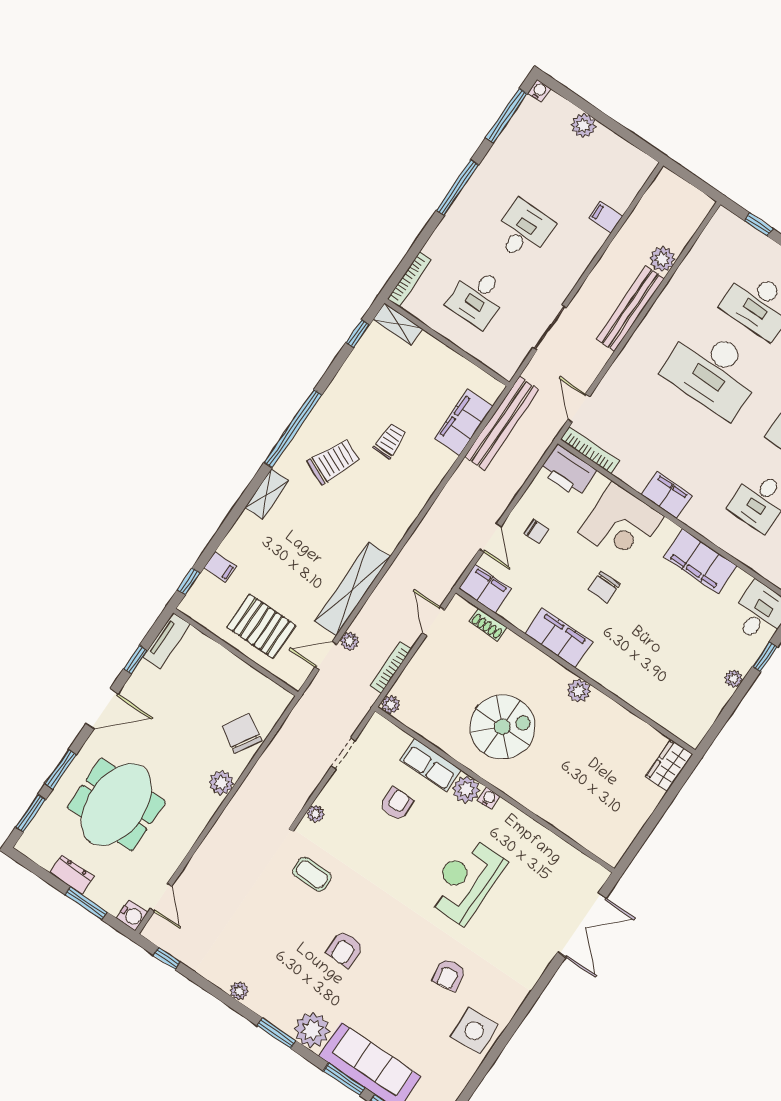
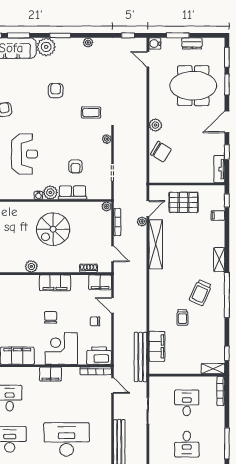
meeting table: (116, 804) -> (193, 86), turned 90

